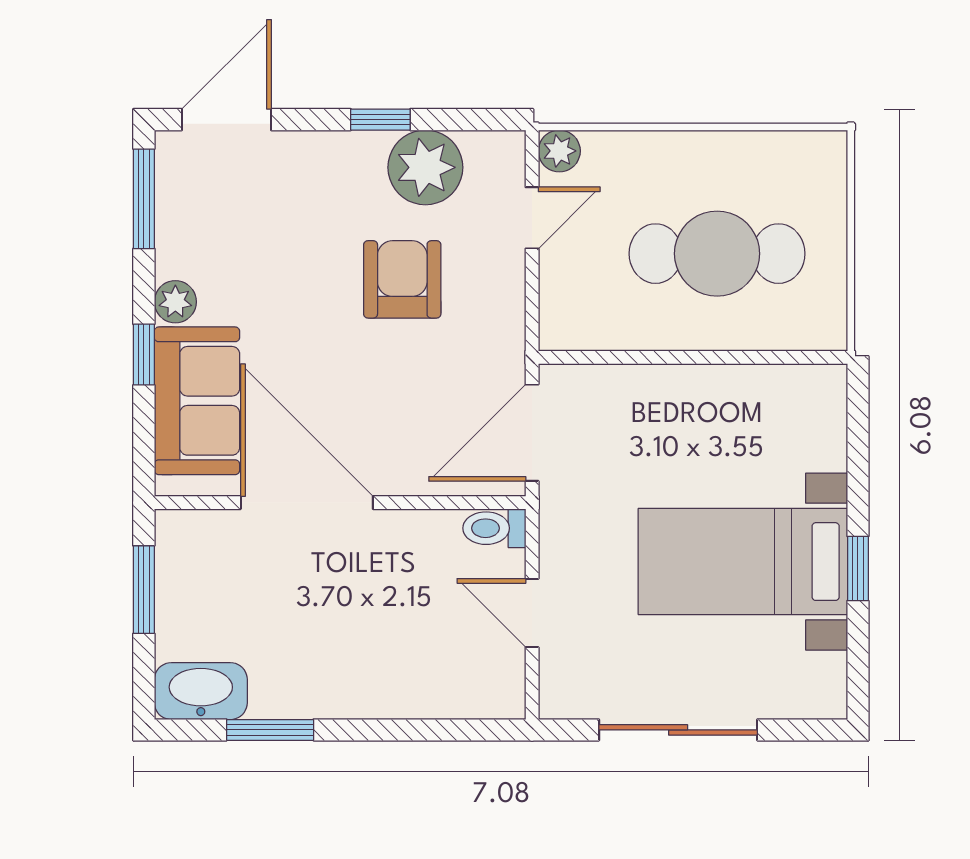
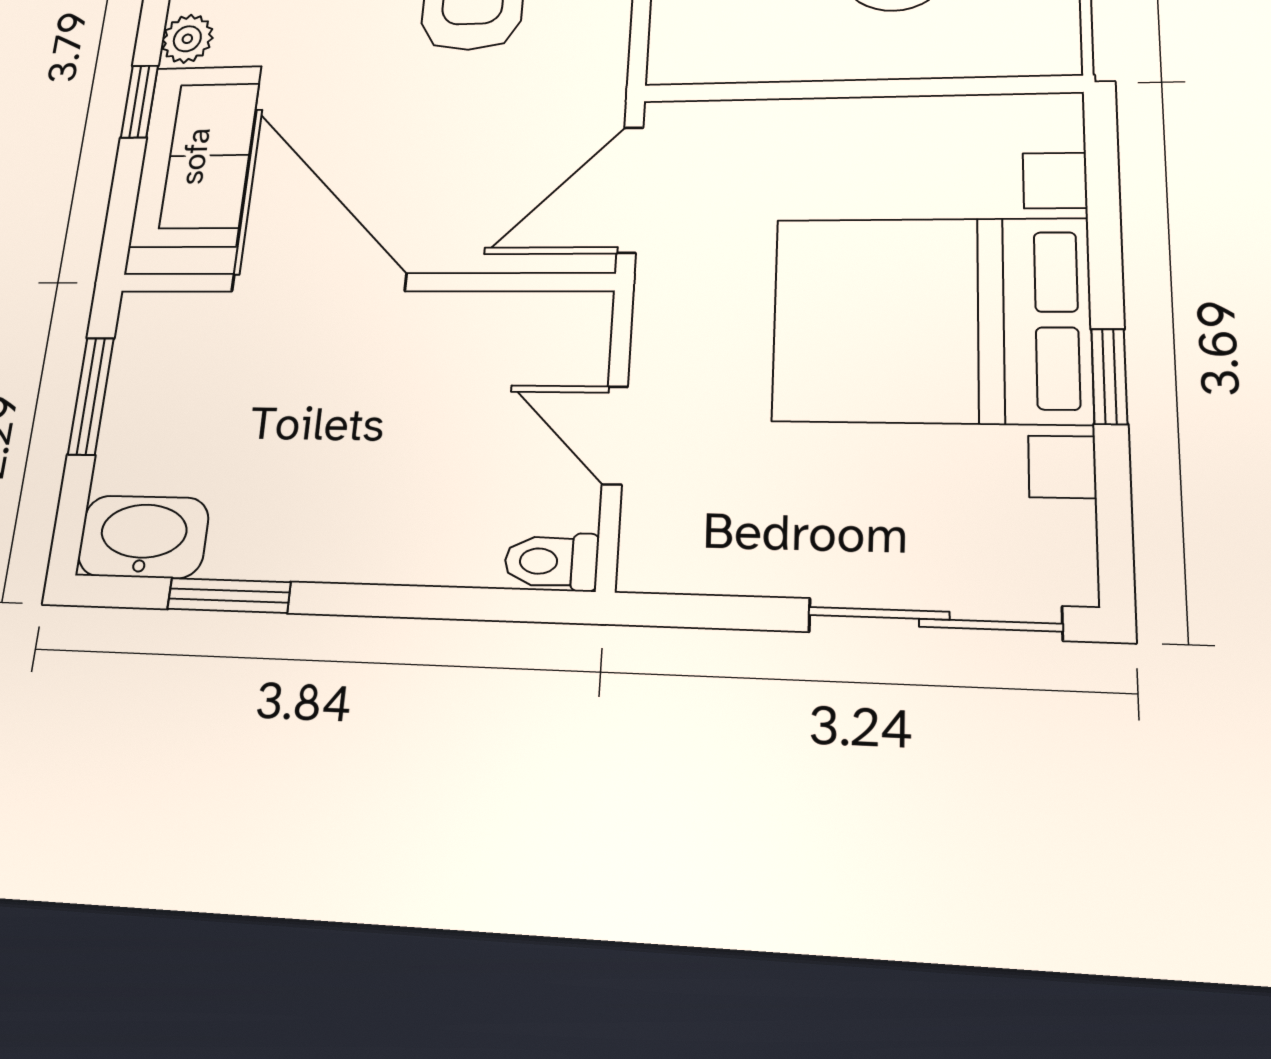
toilet: (494, 528) -> (551, 561), moved
bed with nightstands: (743, 562) -> (930, 319), width x1.36
sliding door: (678, 730) -> (934, 619), moved

